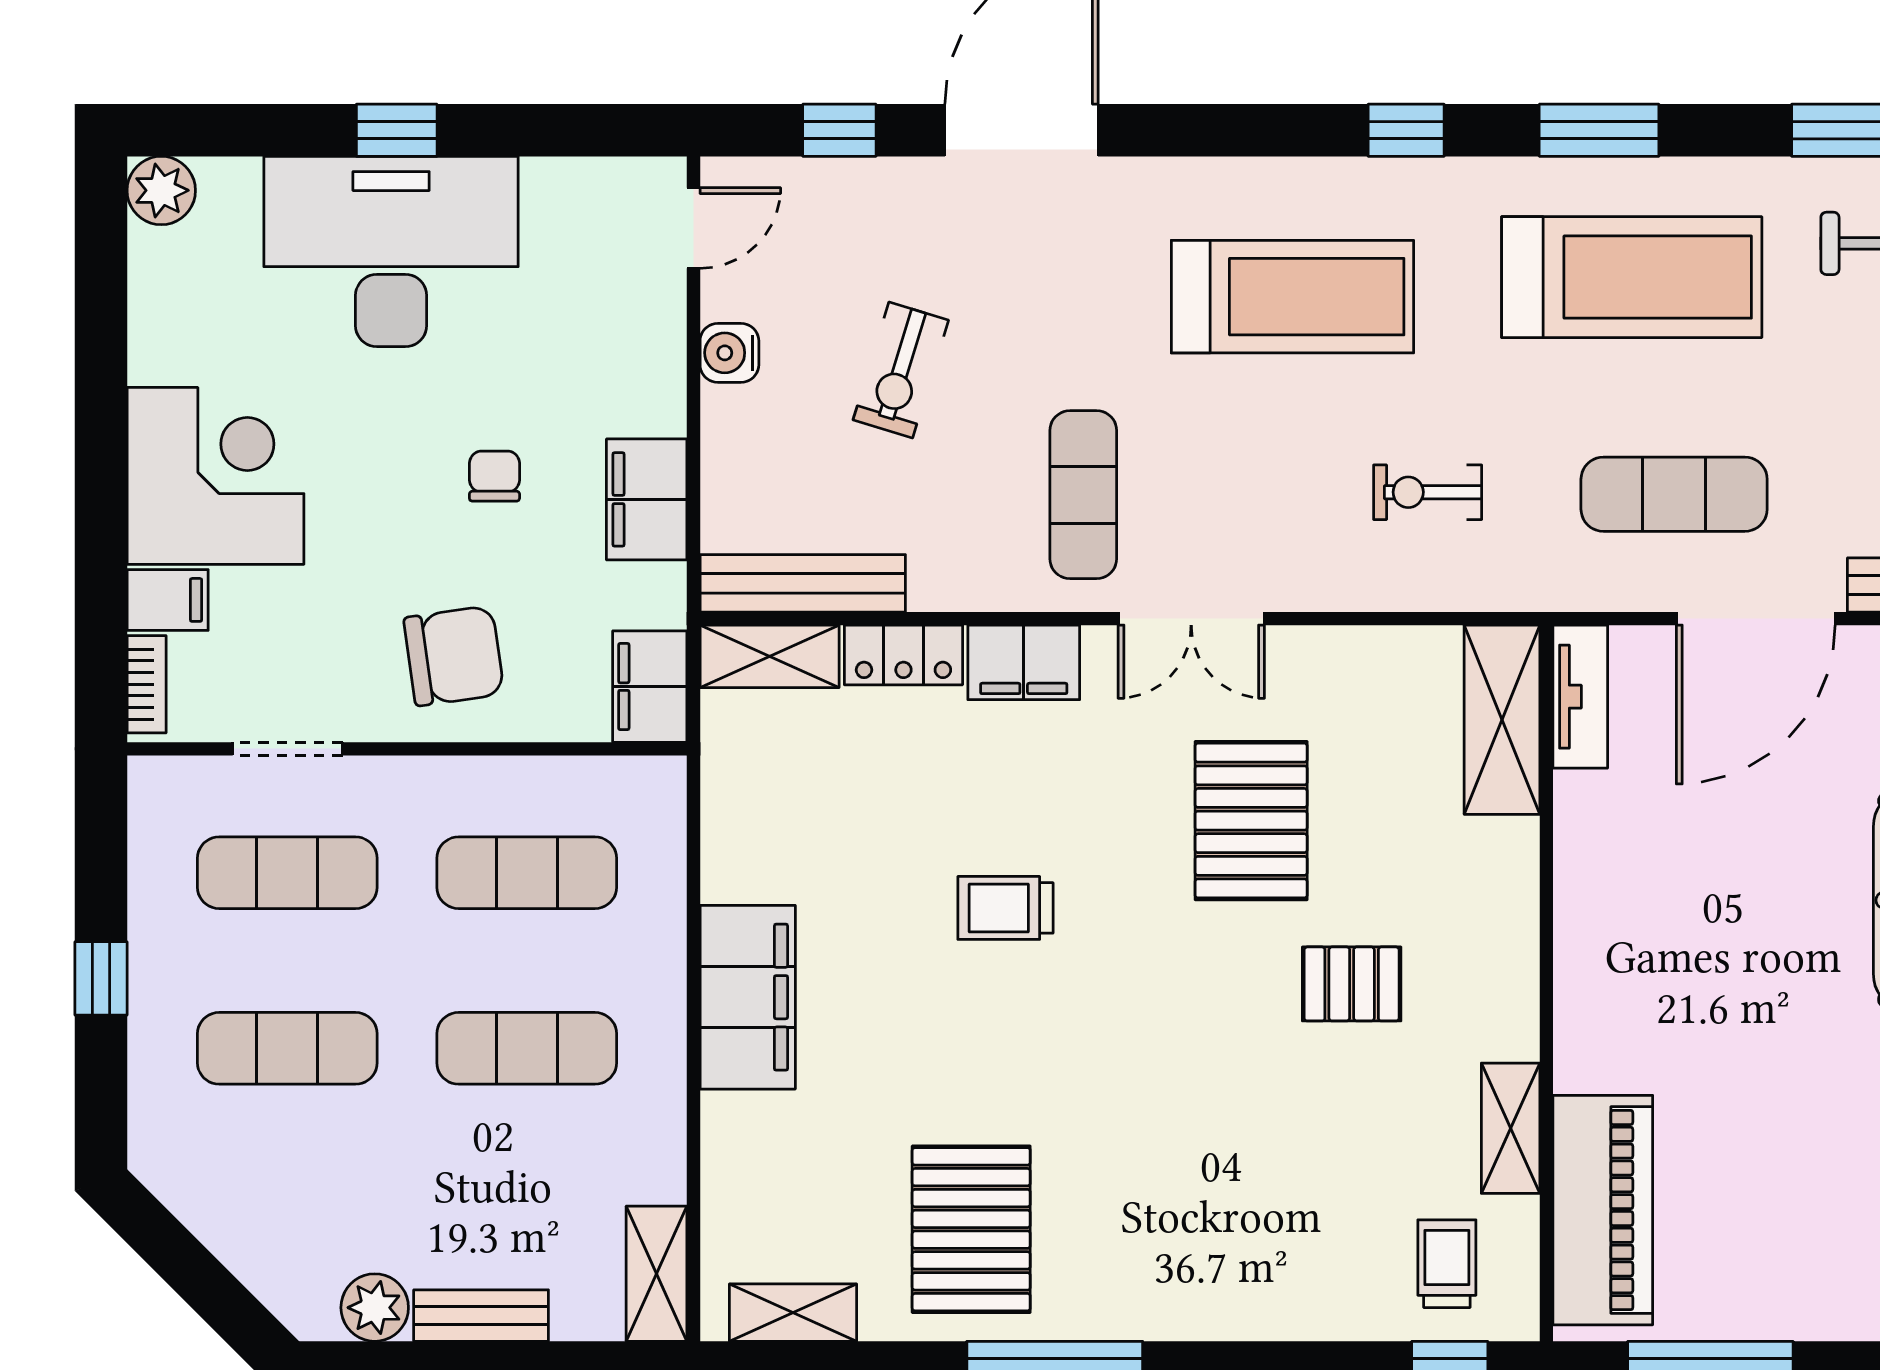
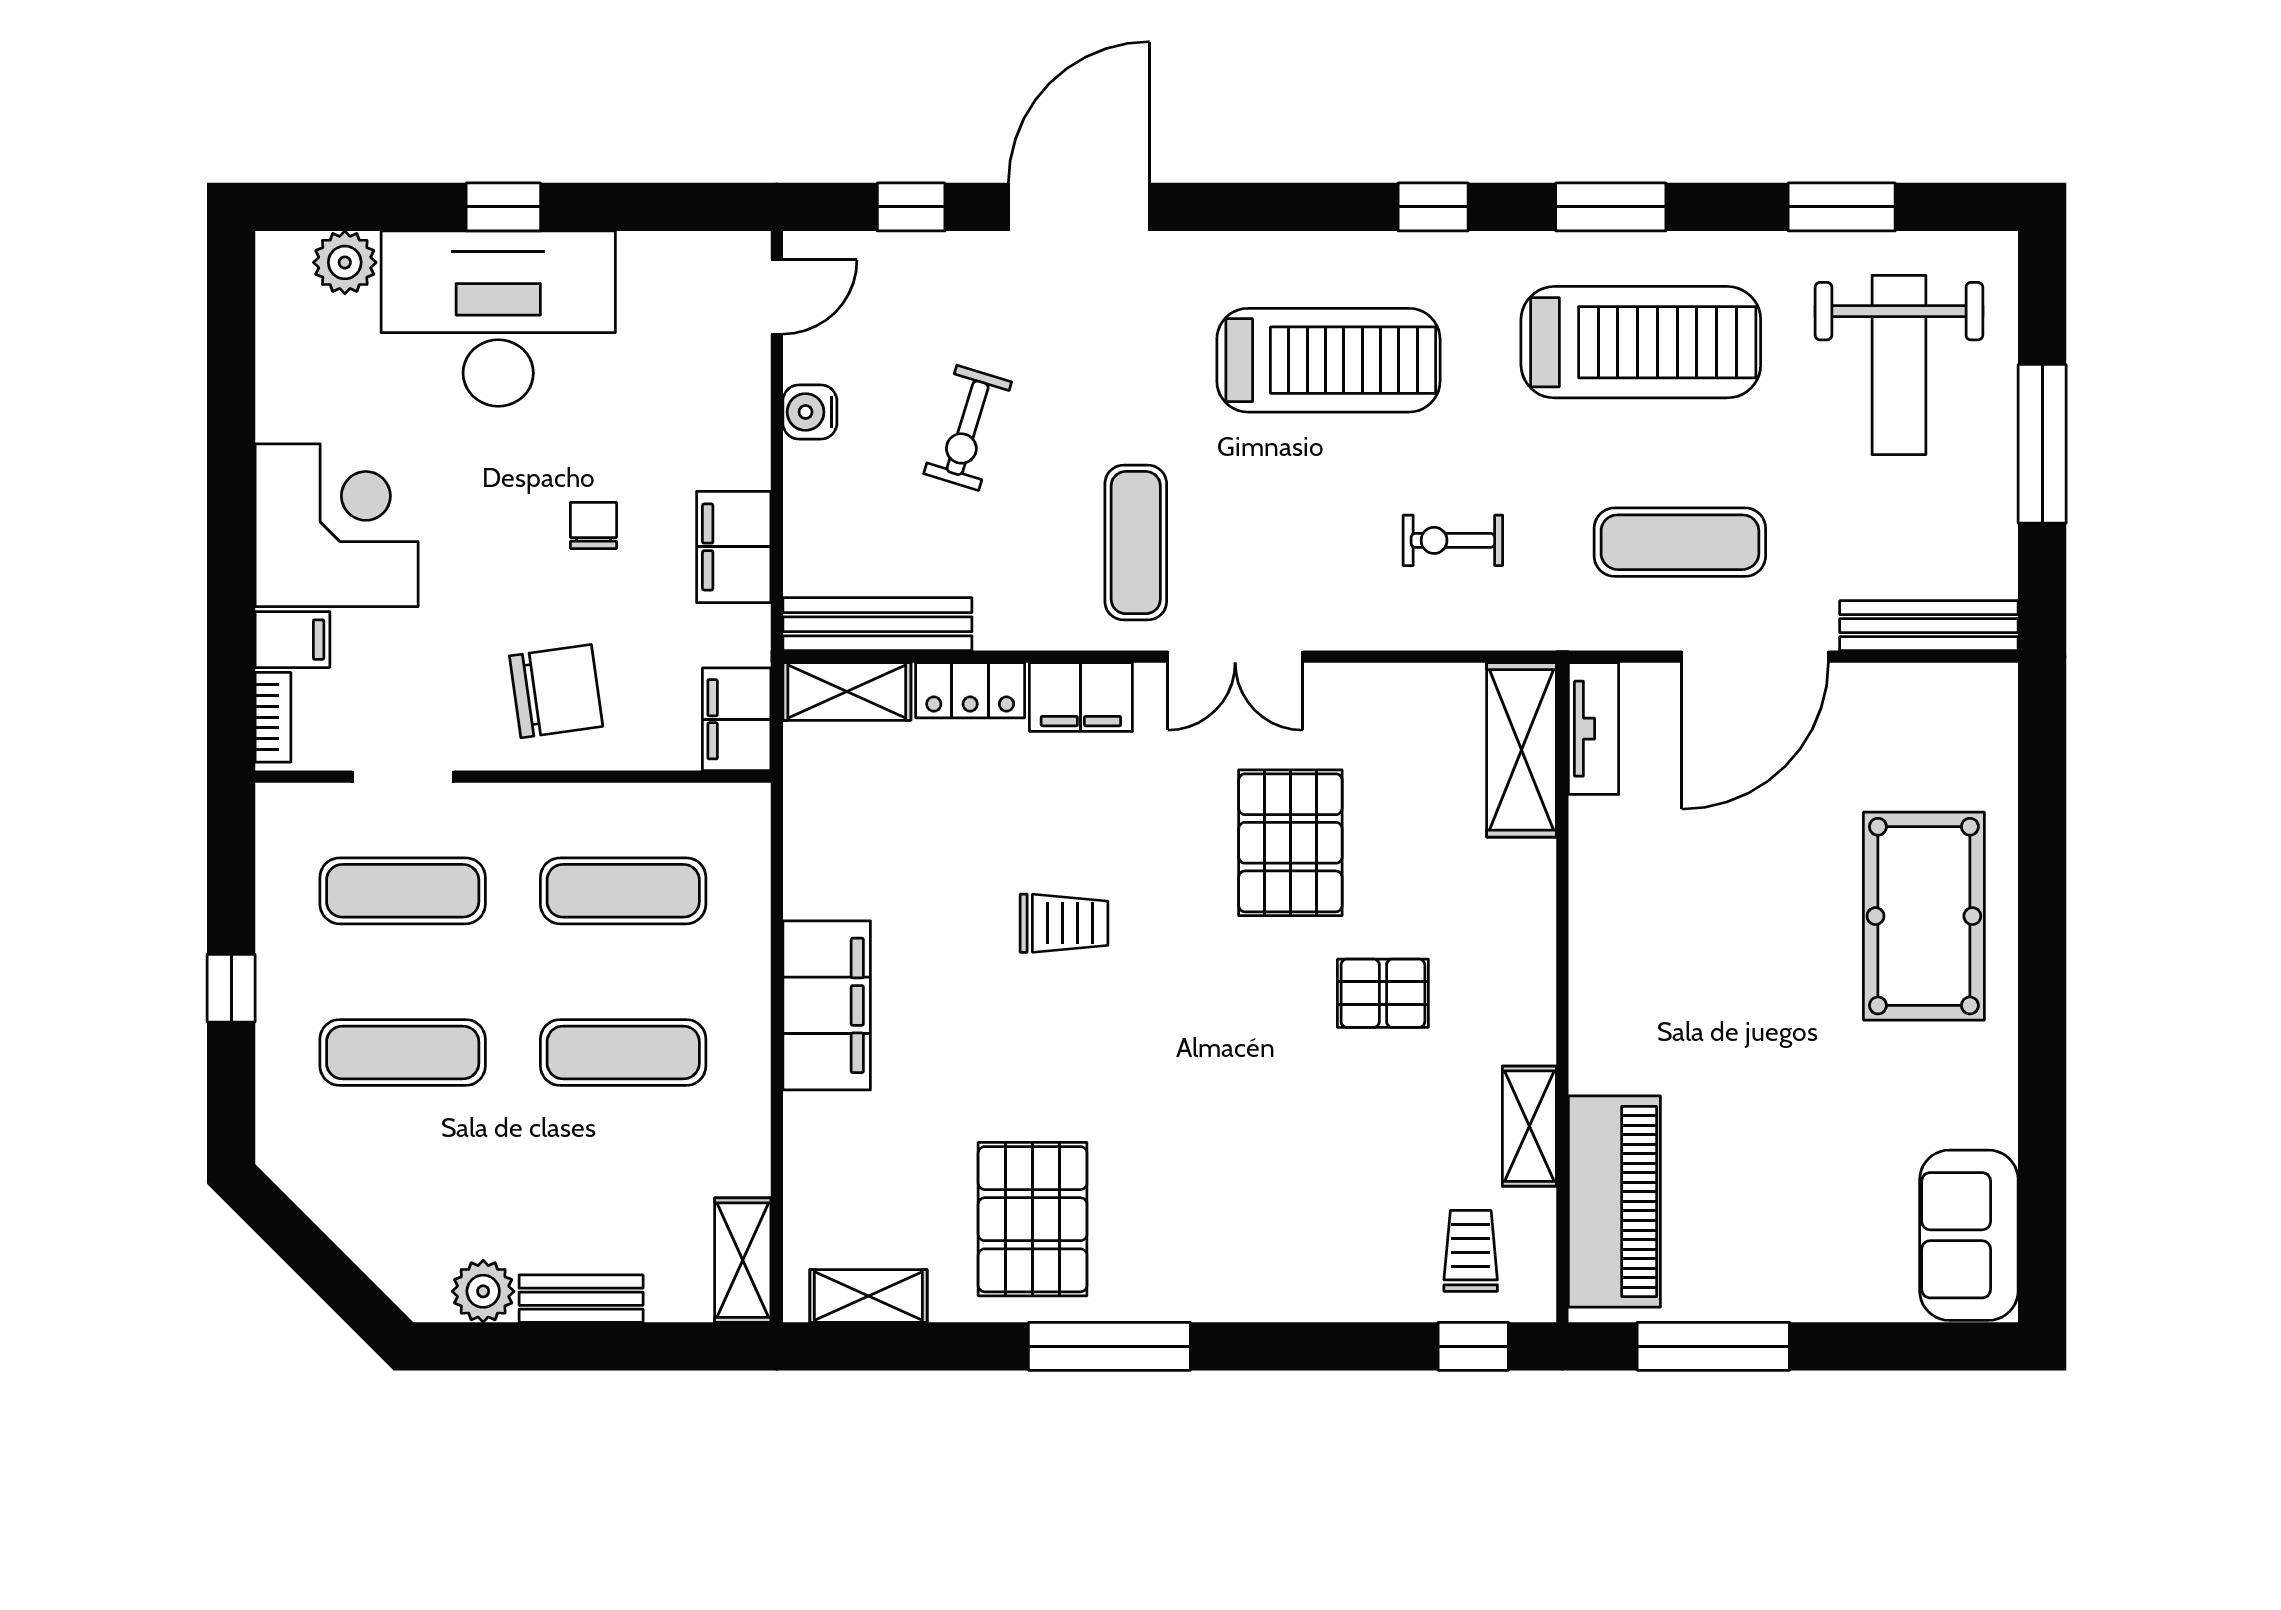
plant: (161, 190) -> (345, 262), moved
trolley: (1005, 908) -> (1064, 923), turned 180

